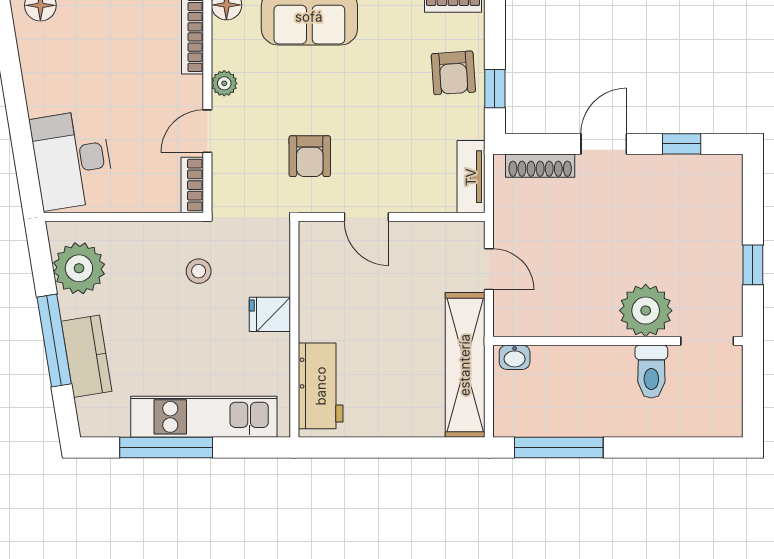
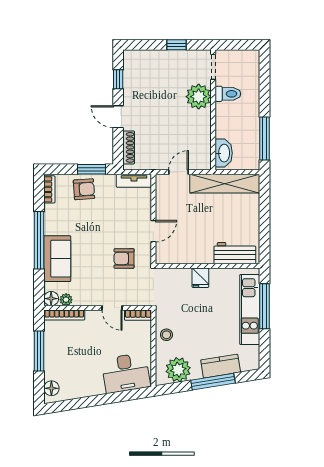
plant: (224, 83) -> (66, 300), moved
window: (495, 89) -> (92, 169), width x1.50
armchair: (310, 156) -> (124, 258), turned 180
stool: (199, 271) -> (166, 335), moved
washbasin: (515, 357) -> (224, 153), width x1.91, depth x1.45
window: (166, 447) -> (264, 306), moved

